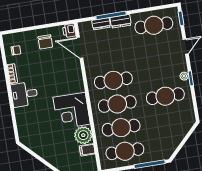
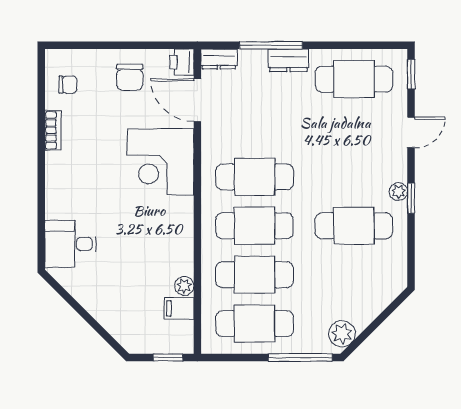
dresser: (101, 24) -> (219, 59), moved
desk: (24, 94) -> (70, 244), moved
corner desk: (72, 111) -> (161, 162), moved
plant: (83, 135) -> (184, 286), width x0.53, depth x0.53
plant: (168, 149) -> (342, 334), added

